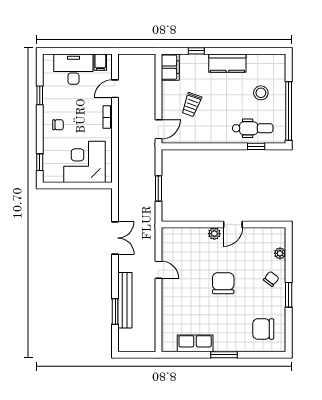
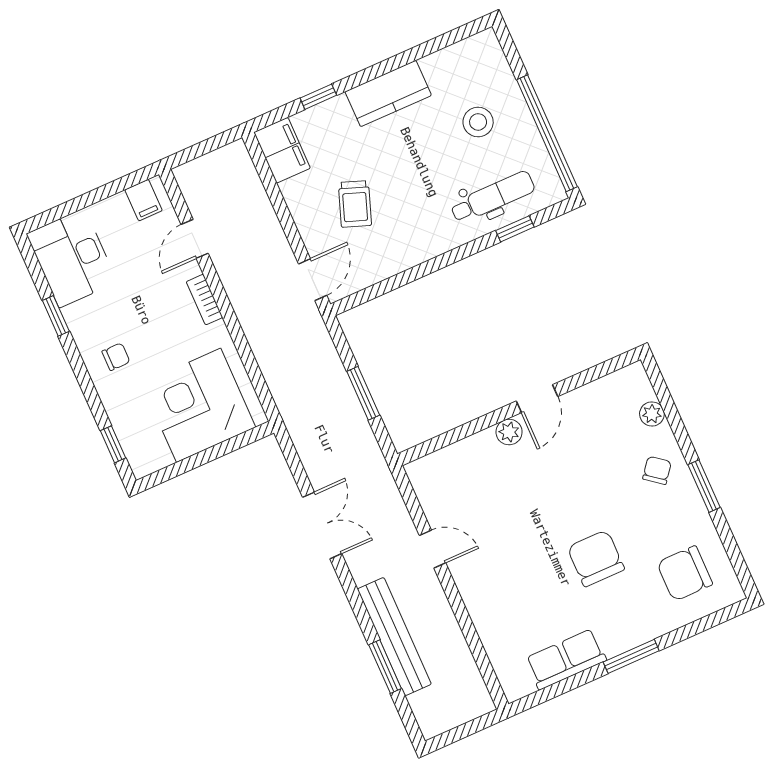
desk: (73, 69) -> (72, 258), moved, turned -90
chair: (223, 283) -> (596, 558), moved

